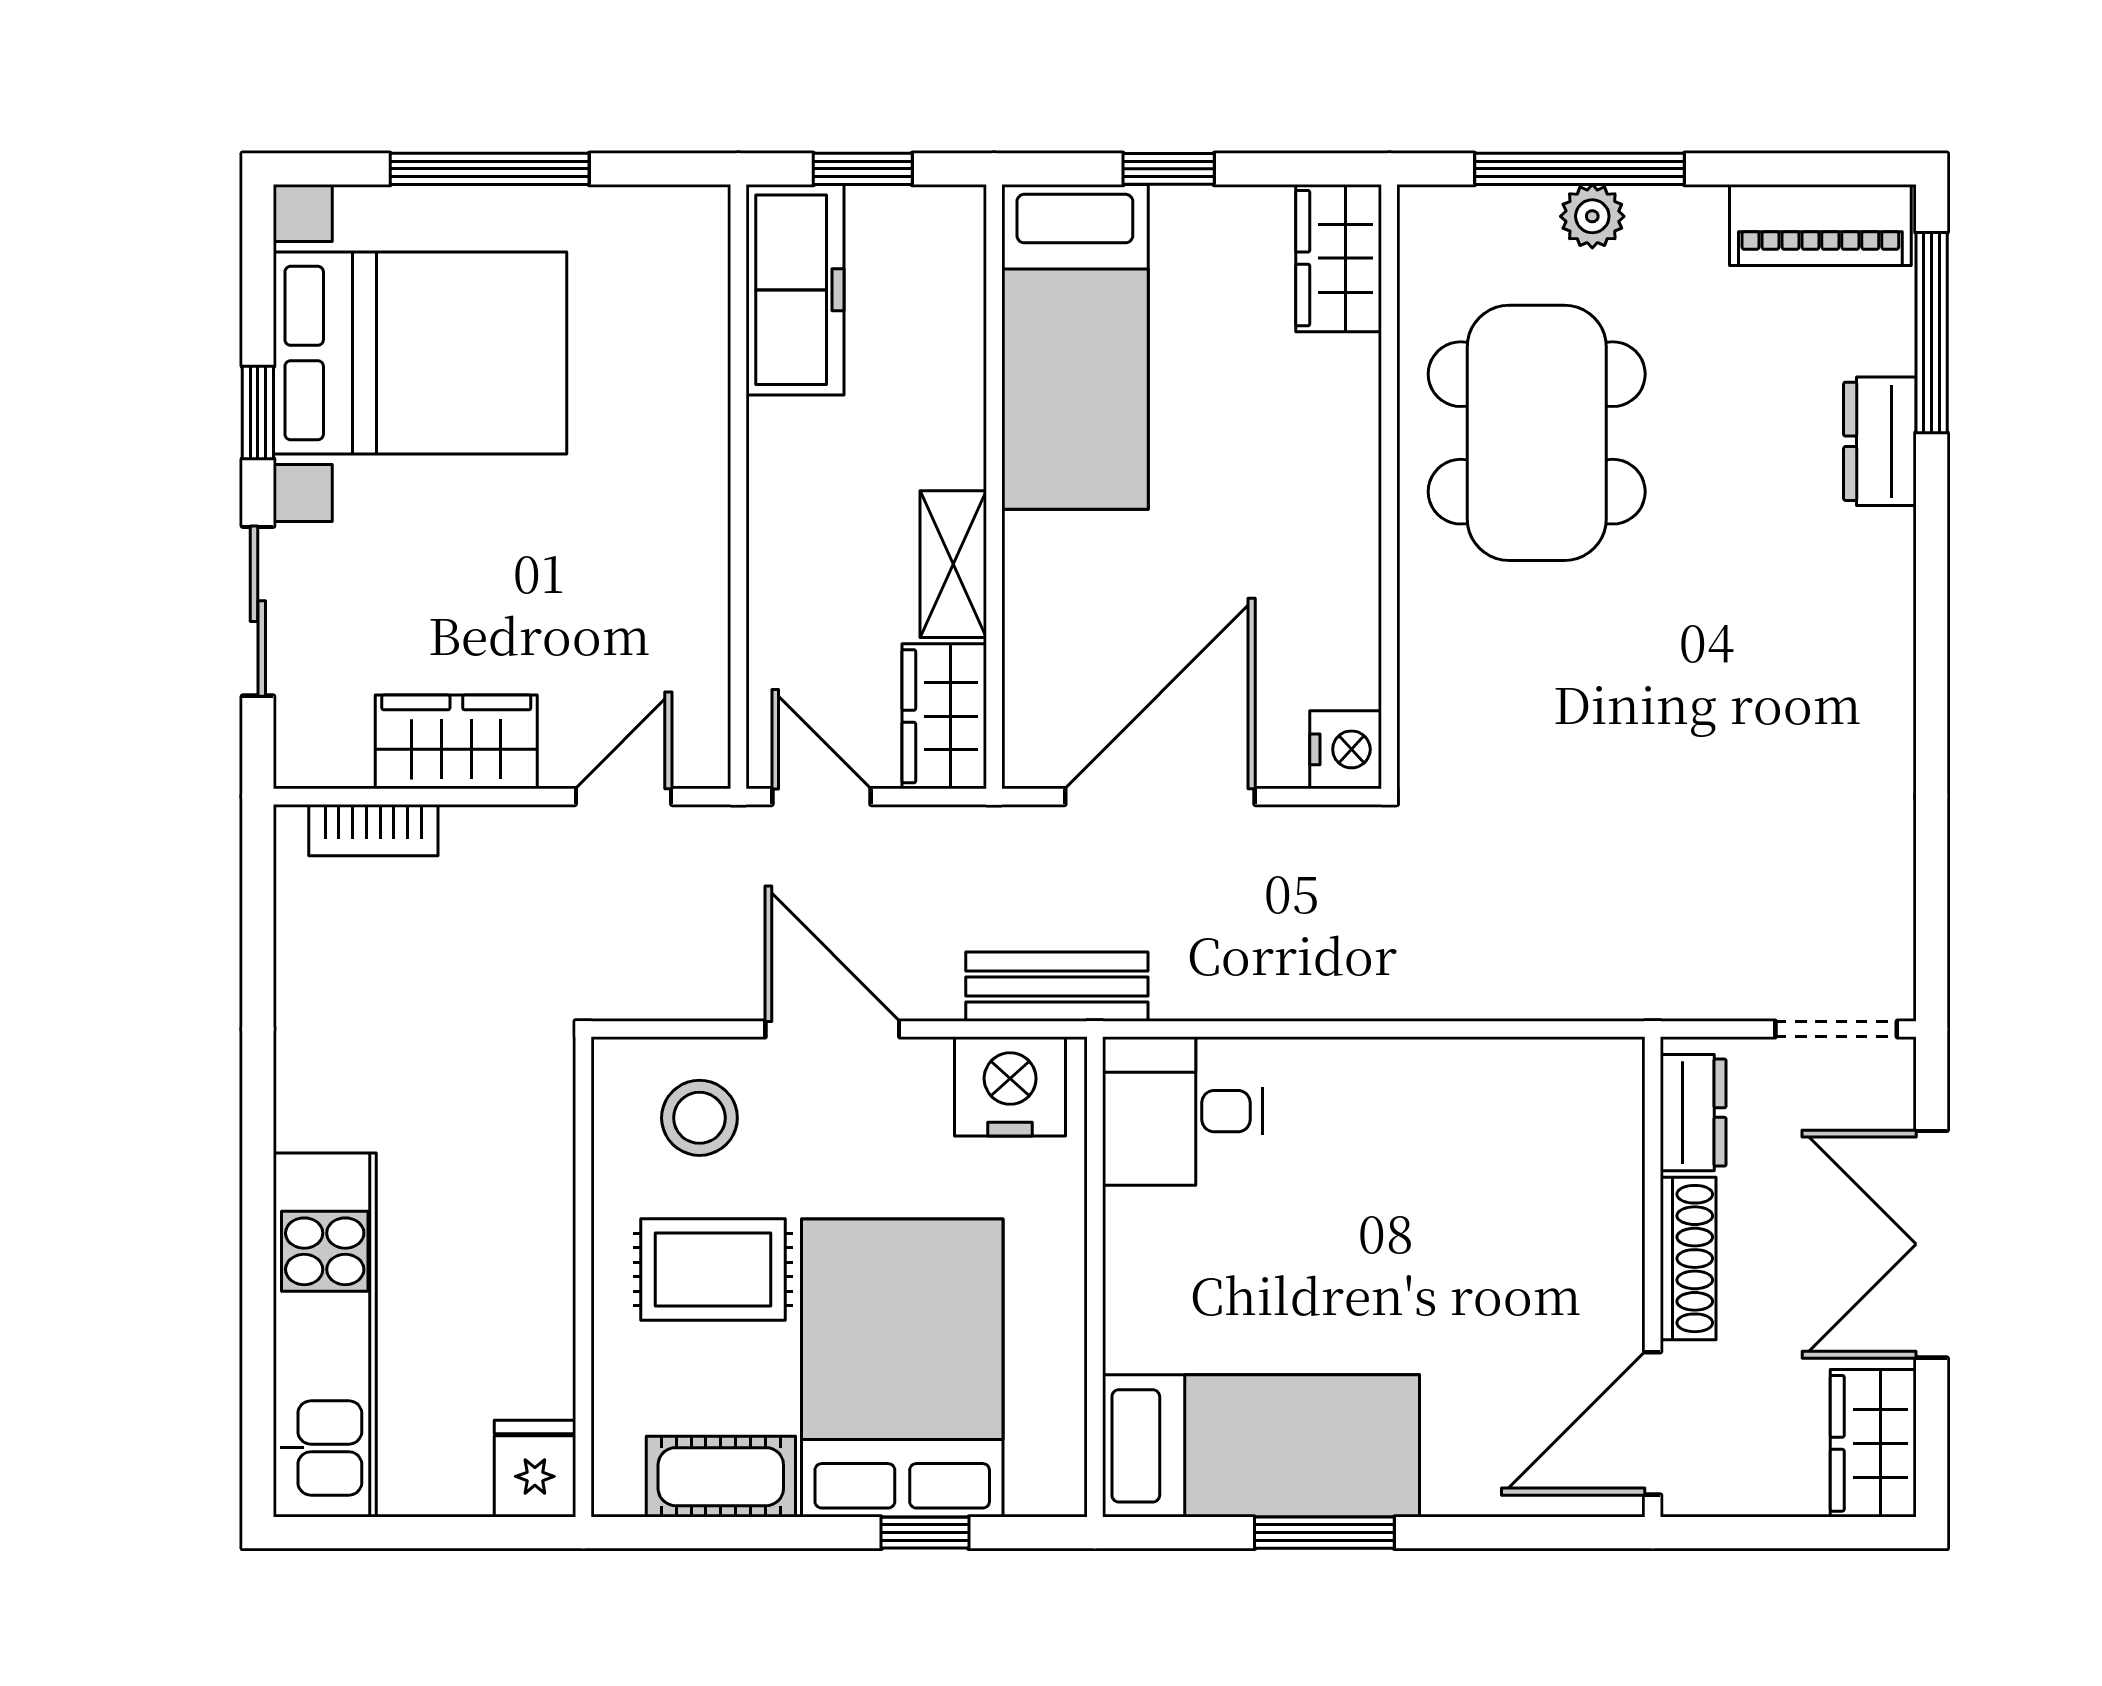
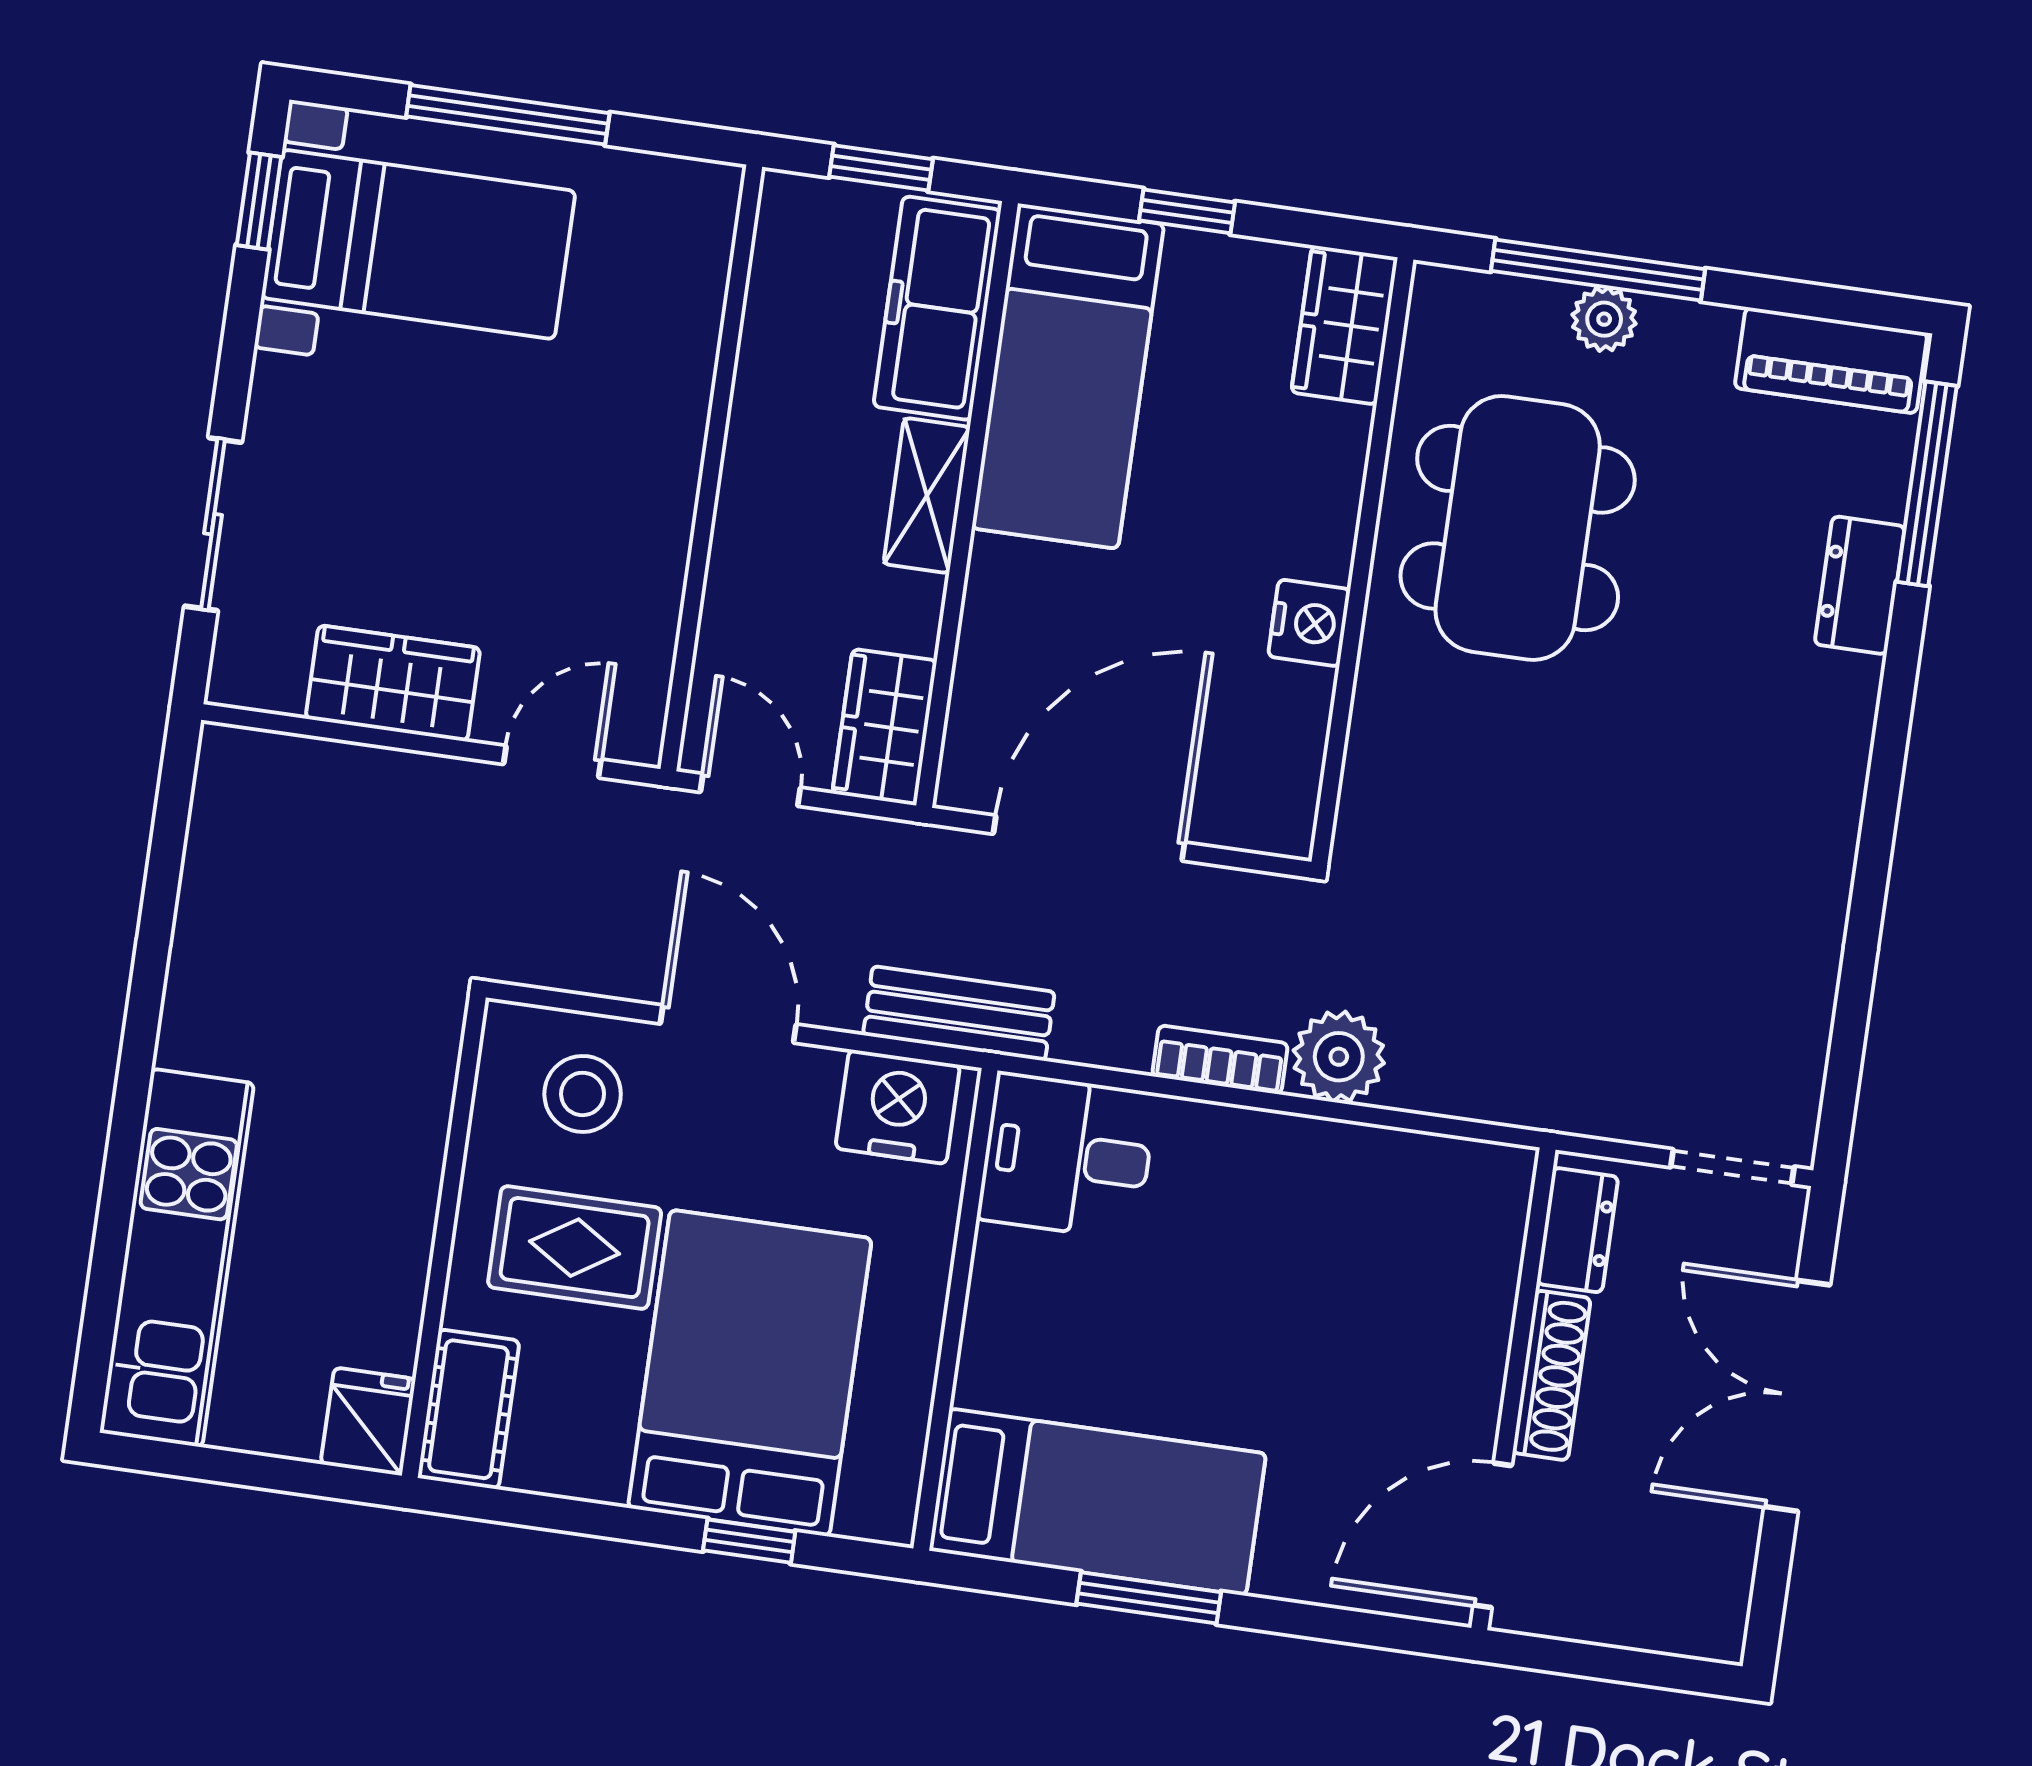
freezer: (795, 290) -> (937, 308), moved, turned 180
bed with nightstands: (420, 353) -> (418, 244), width x0.73
window: (258, 413) -> (259, 201), moved
shelving: (953, 564) -> (927, 496), moved
nightstand: (1346, 749) -> (1309, 623), moved
bookcase: (373, 830) -> (1220, 1060), moved, turned 180
plant: (1435, 976) -> (1339, 1057), added
wardrobe: (1873, 1443) -> (1710, 1587), removed
cot: (721, 1477) -> (468, 1409), moved, turned 90

